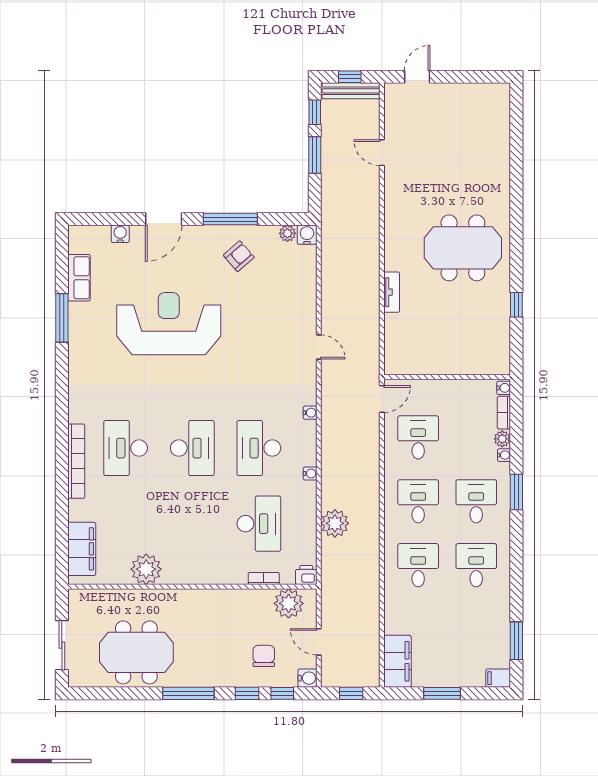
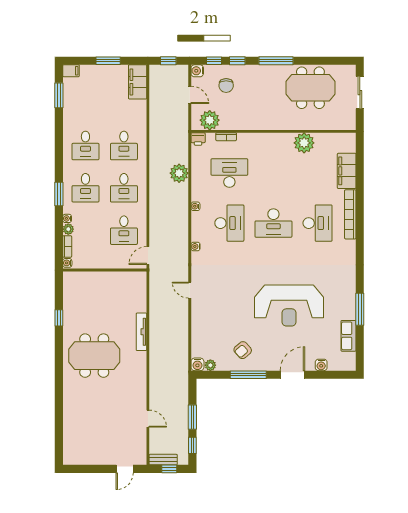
bench: (351, 91) -> (163, 460), width x0.73
tv unit: (392, 292) -> (141, 332), width x1.41
desk: (192, 448) -> (273, 223), turned -90
desk: (259, 524) -> (229, 173), turned 90
filing cabinet: (82, 549) -> (347, 171), moved

